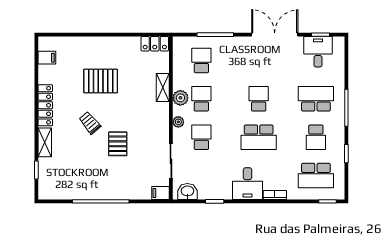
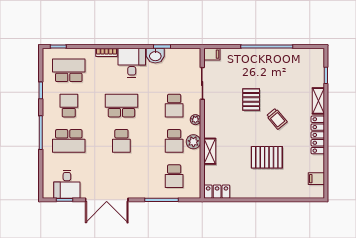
washbasin: (187, 191) -> (155, 56), moved

